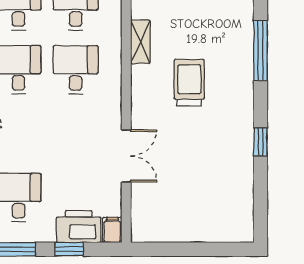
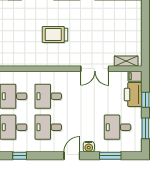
shelving: (140, 42) -> (126, 61), moved
double door: (126, 156) -> (95, 69), swing flipped

